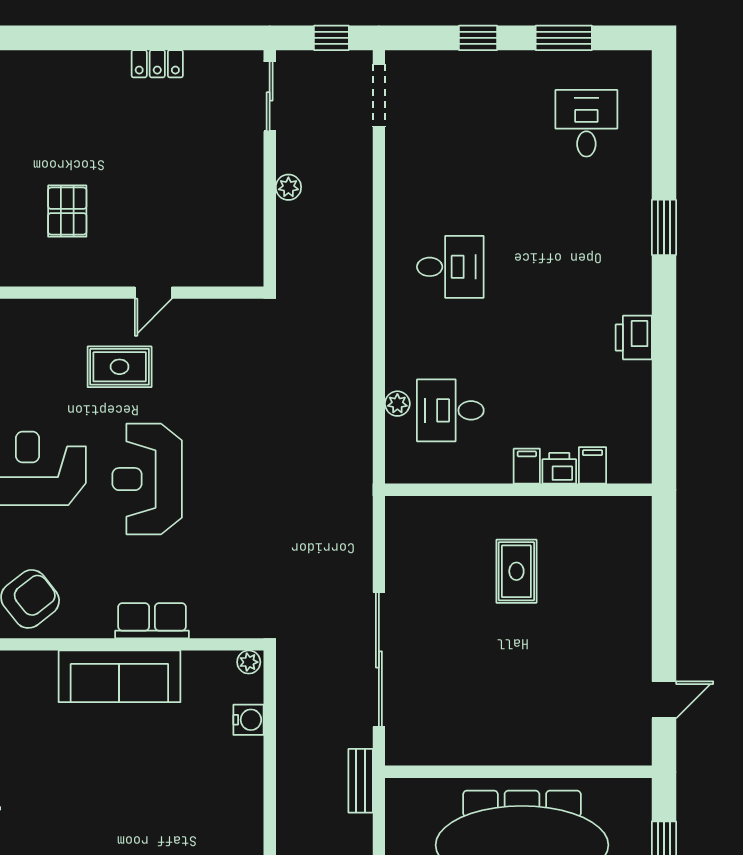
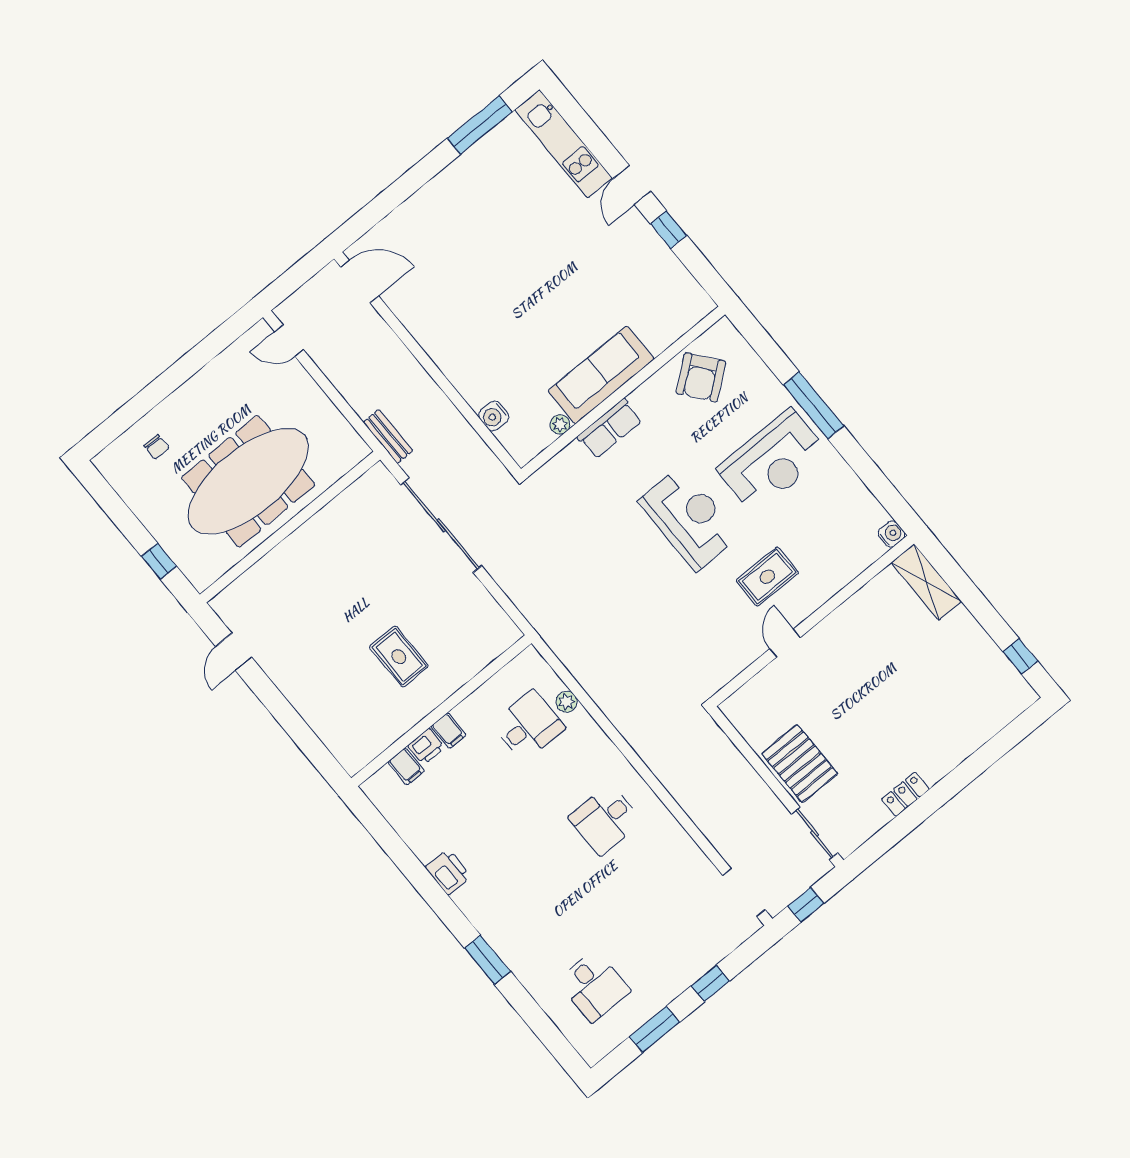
plant: (288, 187) -> (754, 784), removed
pallet: (67, 211) -> (800, 764), moved, width x1.50, depth x1.42
plant: (249, 662) -> (560, 424), moved

